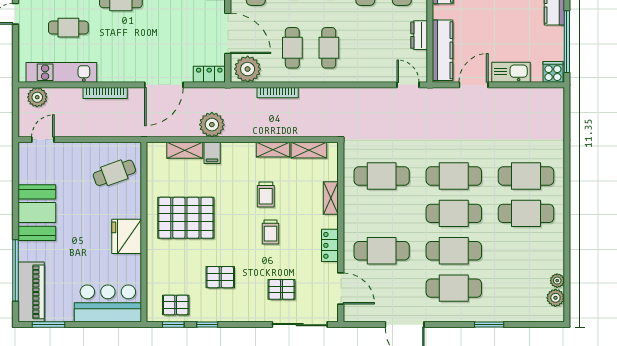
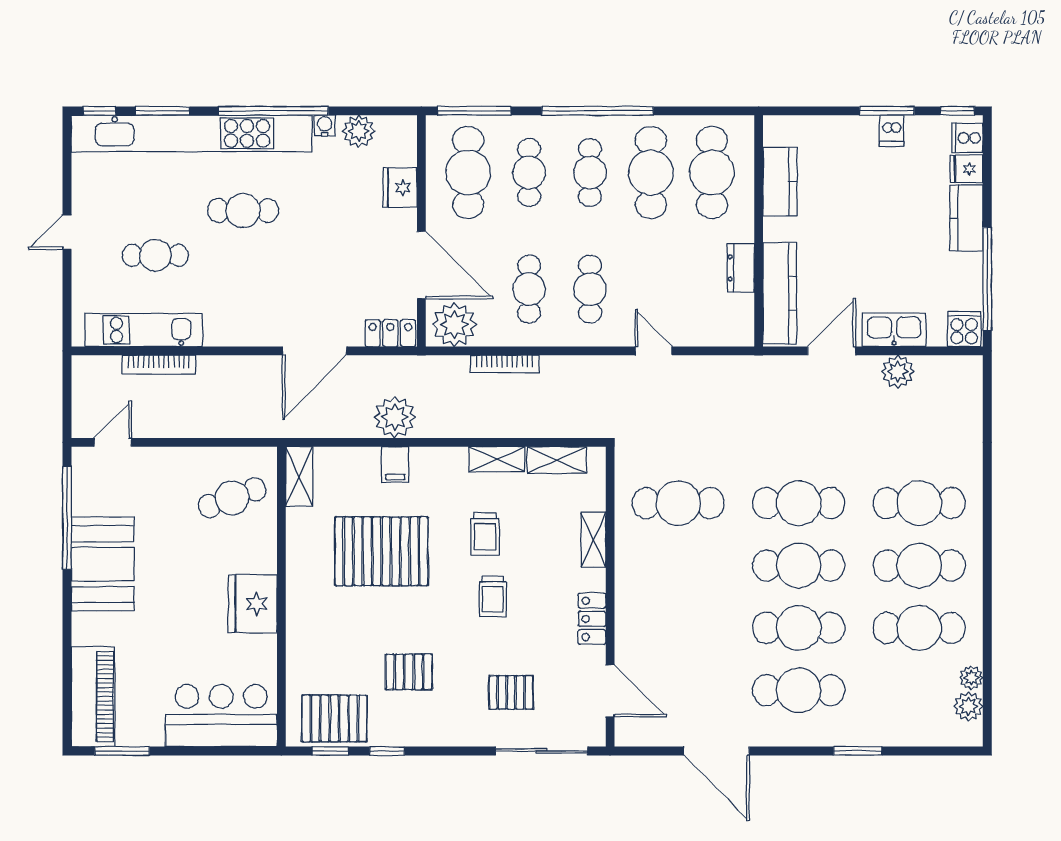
door: (408, 85) -> (654, 351), moved
bookcase: (105, 93) -> (159, 365), moved
plant: (37, 97) -> (898, 372), moved
shelving: (185, 150) -> (299, 477), moved, turned 90
pallet: (186, 218) -> (381, 551), moved
cafe table: (382, 251) -> (919, 628), moved
window: (15, 270) -> (67, 518), moved
pallet: (176, 305) -> (334, 718), width x1.50, depth x1.42

